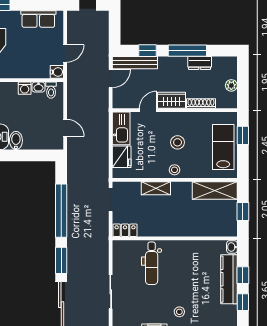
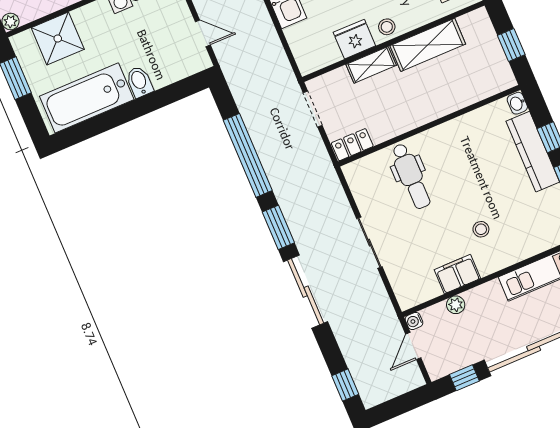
fridge: (122, 157) -> (354, 39), moved, turned -90
shelving: (215, 191) -> (428, 45), moved

